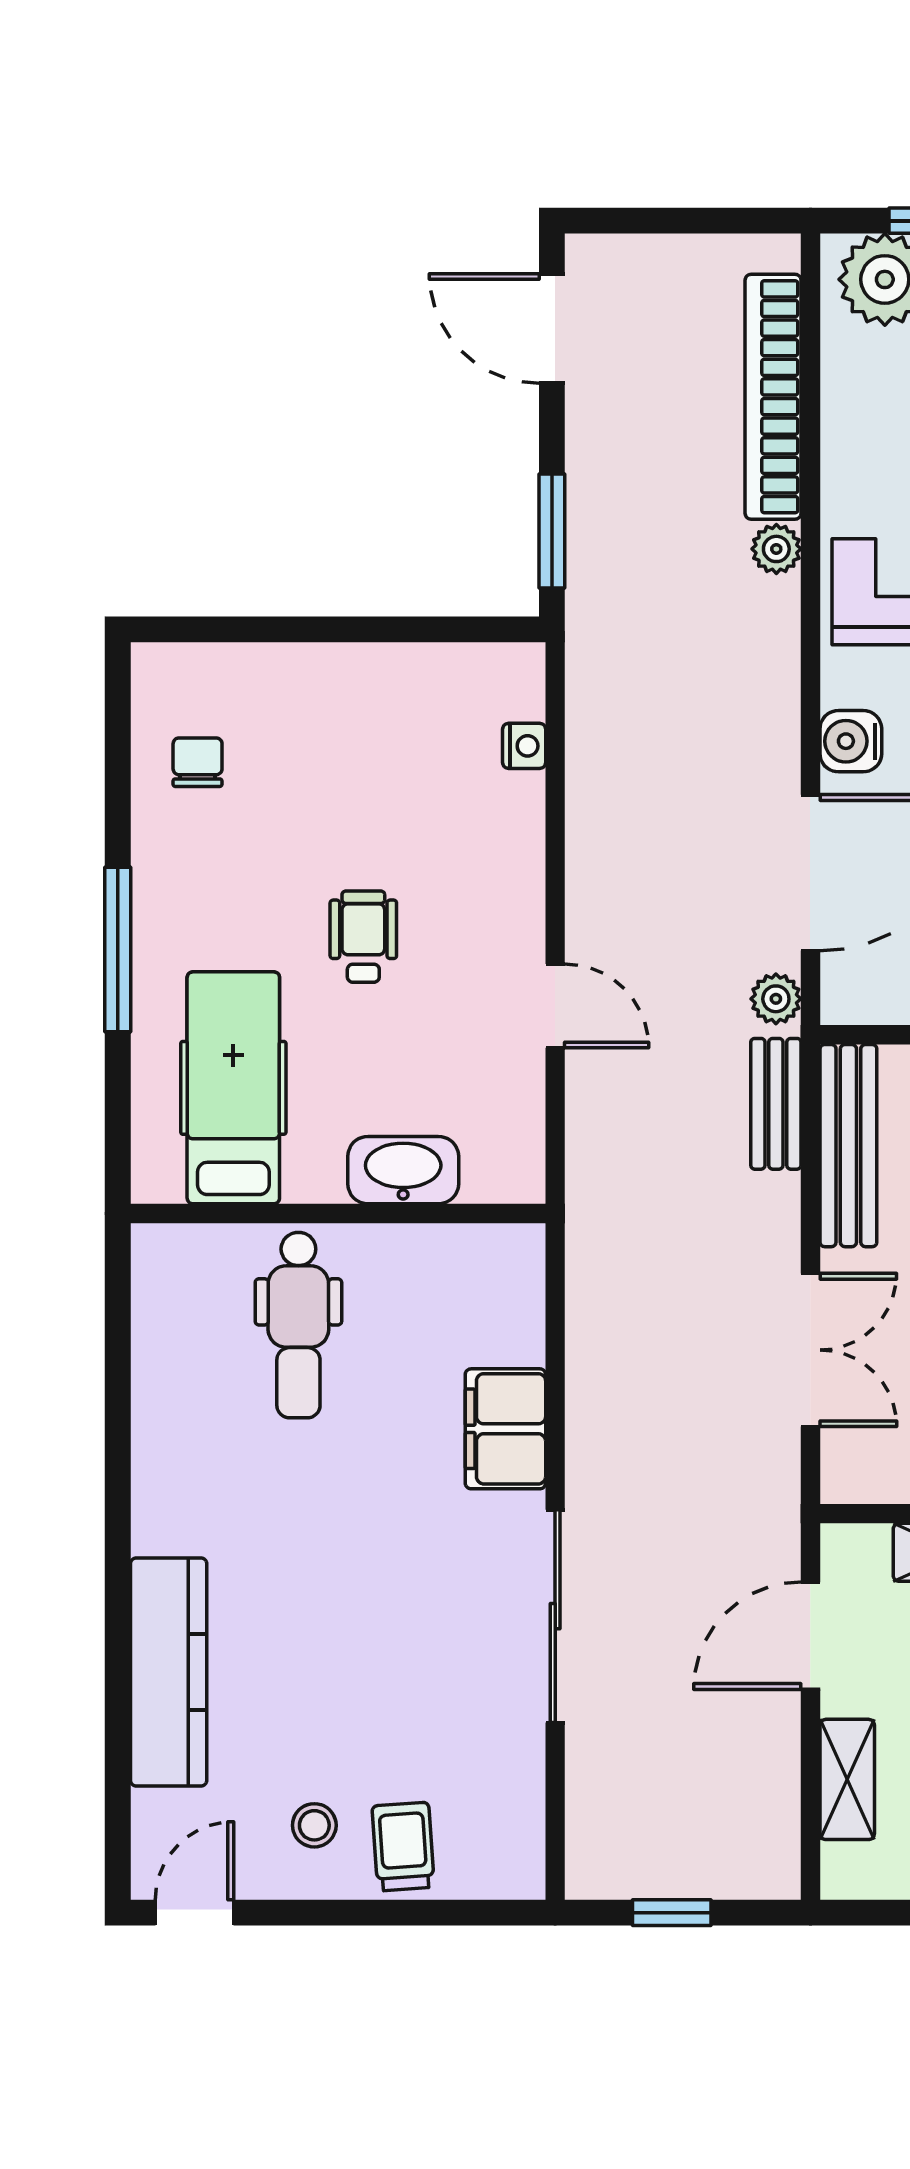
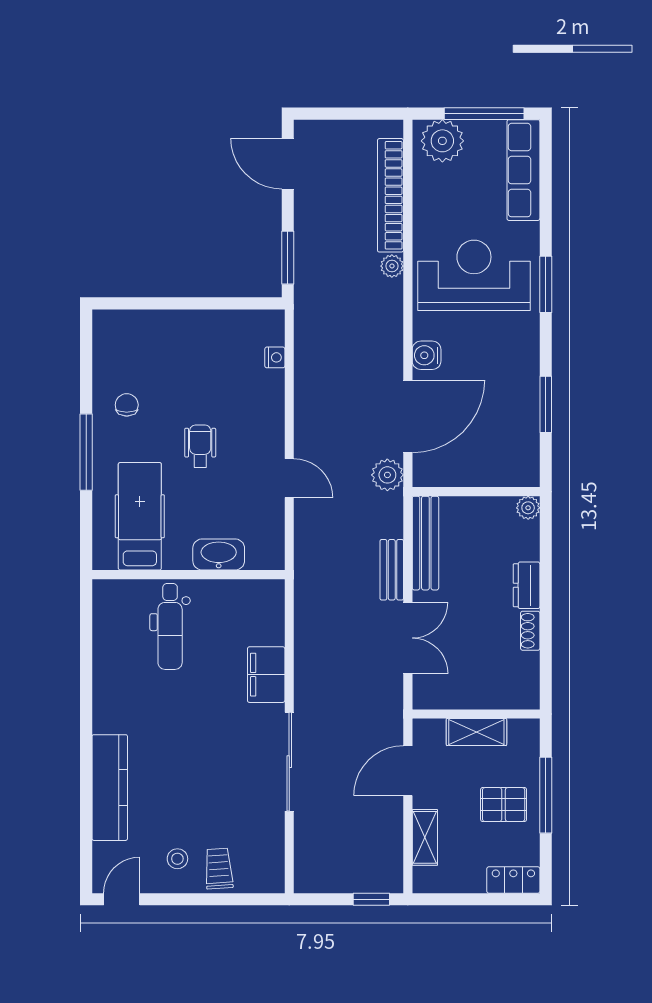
chair: (198, 762) -> (127, 405), moved
plant: (776, 999) -> (387, 475), width x1.38, depth x1.38
bench: (776, 1104) -> (392, 570), moved
window: (672, 1913) -> (371, 899), moved

